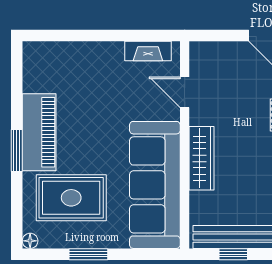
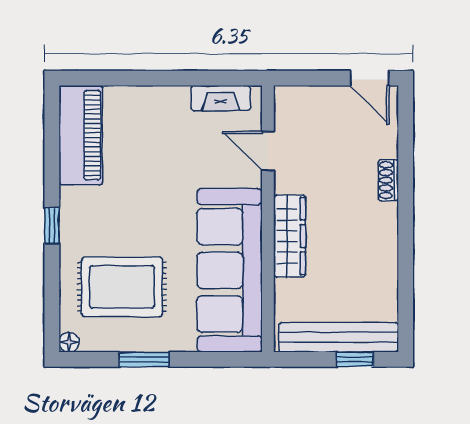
piano: (39, 132) -> (81, 135), moved
window: (17, 150) -> (52, 226), width x0.67
window: (233, 254) -> (355, 359), moved

